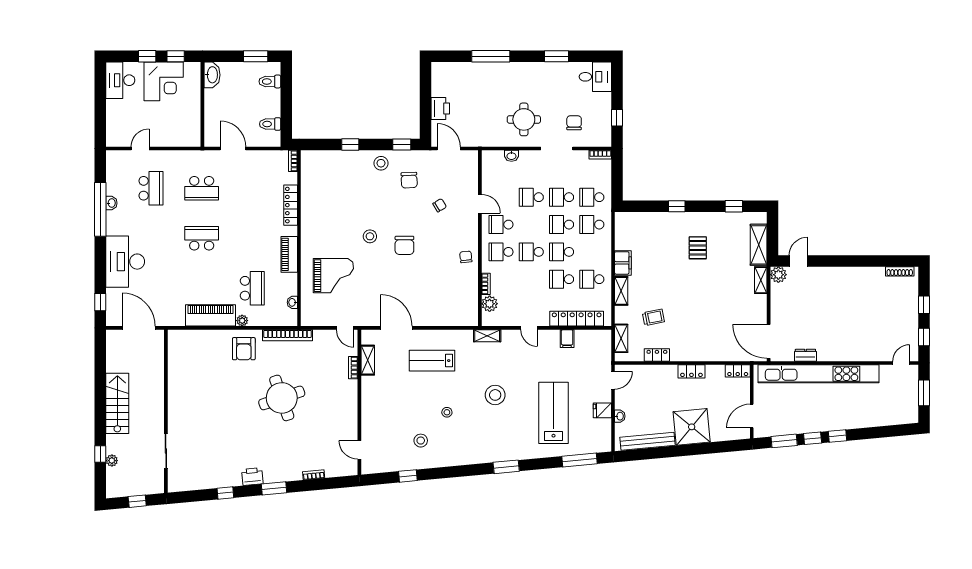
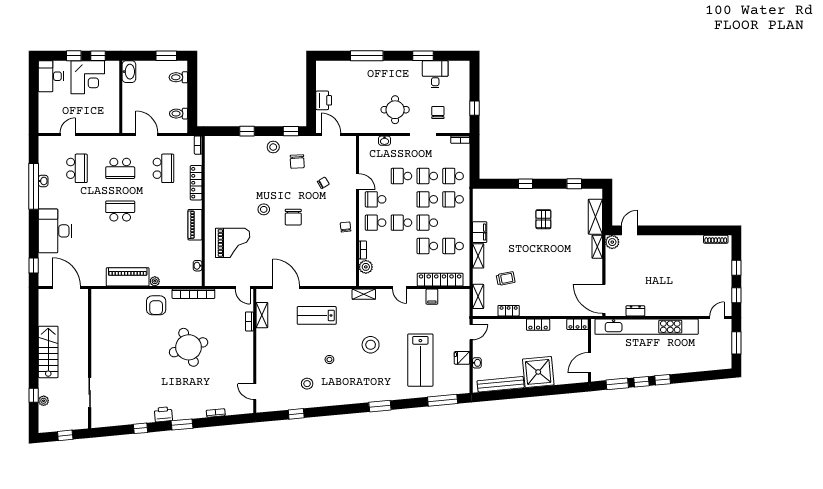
desk: (595, 77) -> (435, 74), moved, turned -90
school desk: (252, 288) -> (163, 168), moved
lab bench: (553, 413) -> (420, 360), turned 180

